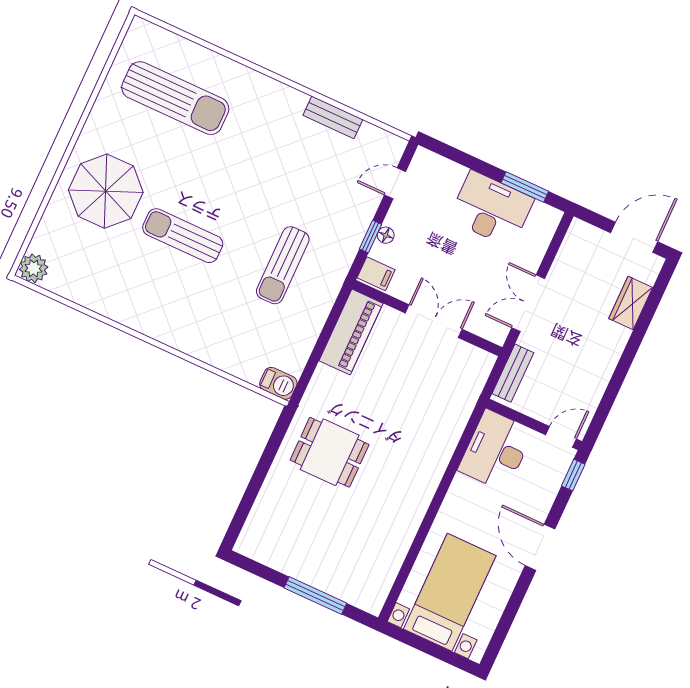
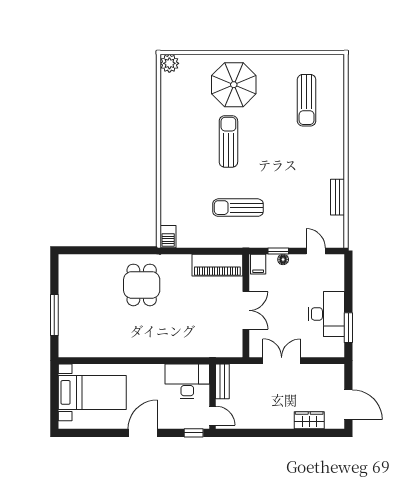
sun lounger: (175, 98) -> (307, 100), width x0.73, depth x0.75
bench: (513, 373) -> (222, 381), moved, turned 90

